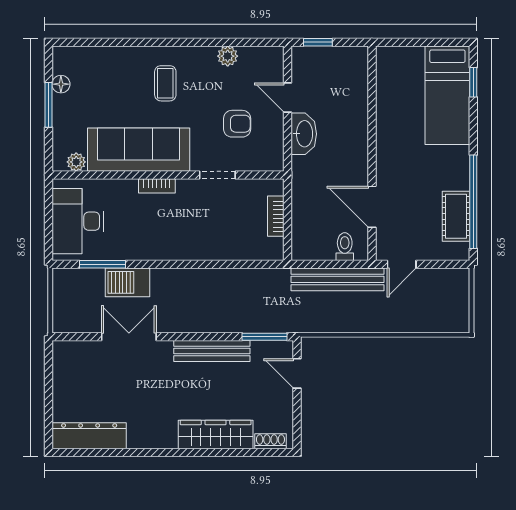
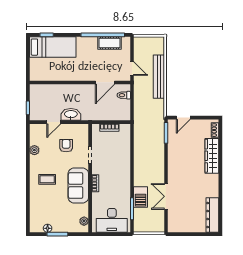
sofa: (139, 150) -> (78, 185), width x0.73
bench: (338, 279) -> (159, 77), moved
bench: (212, 351) -> (173, 158), removed

